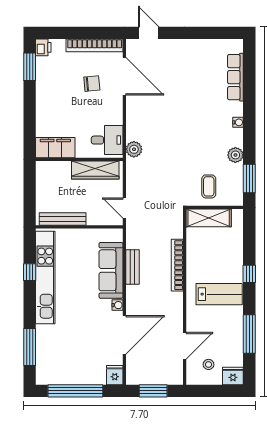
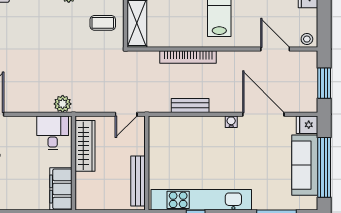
sofa: (111, 270) -> (305, 165), moved, turned 90
stool: (208, 364) -> (307, 39), moved

